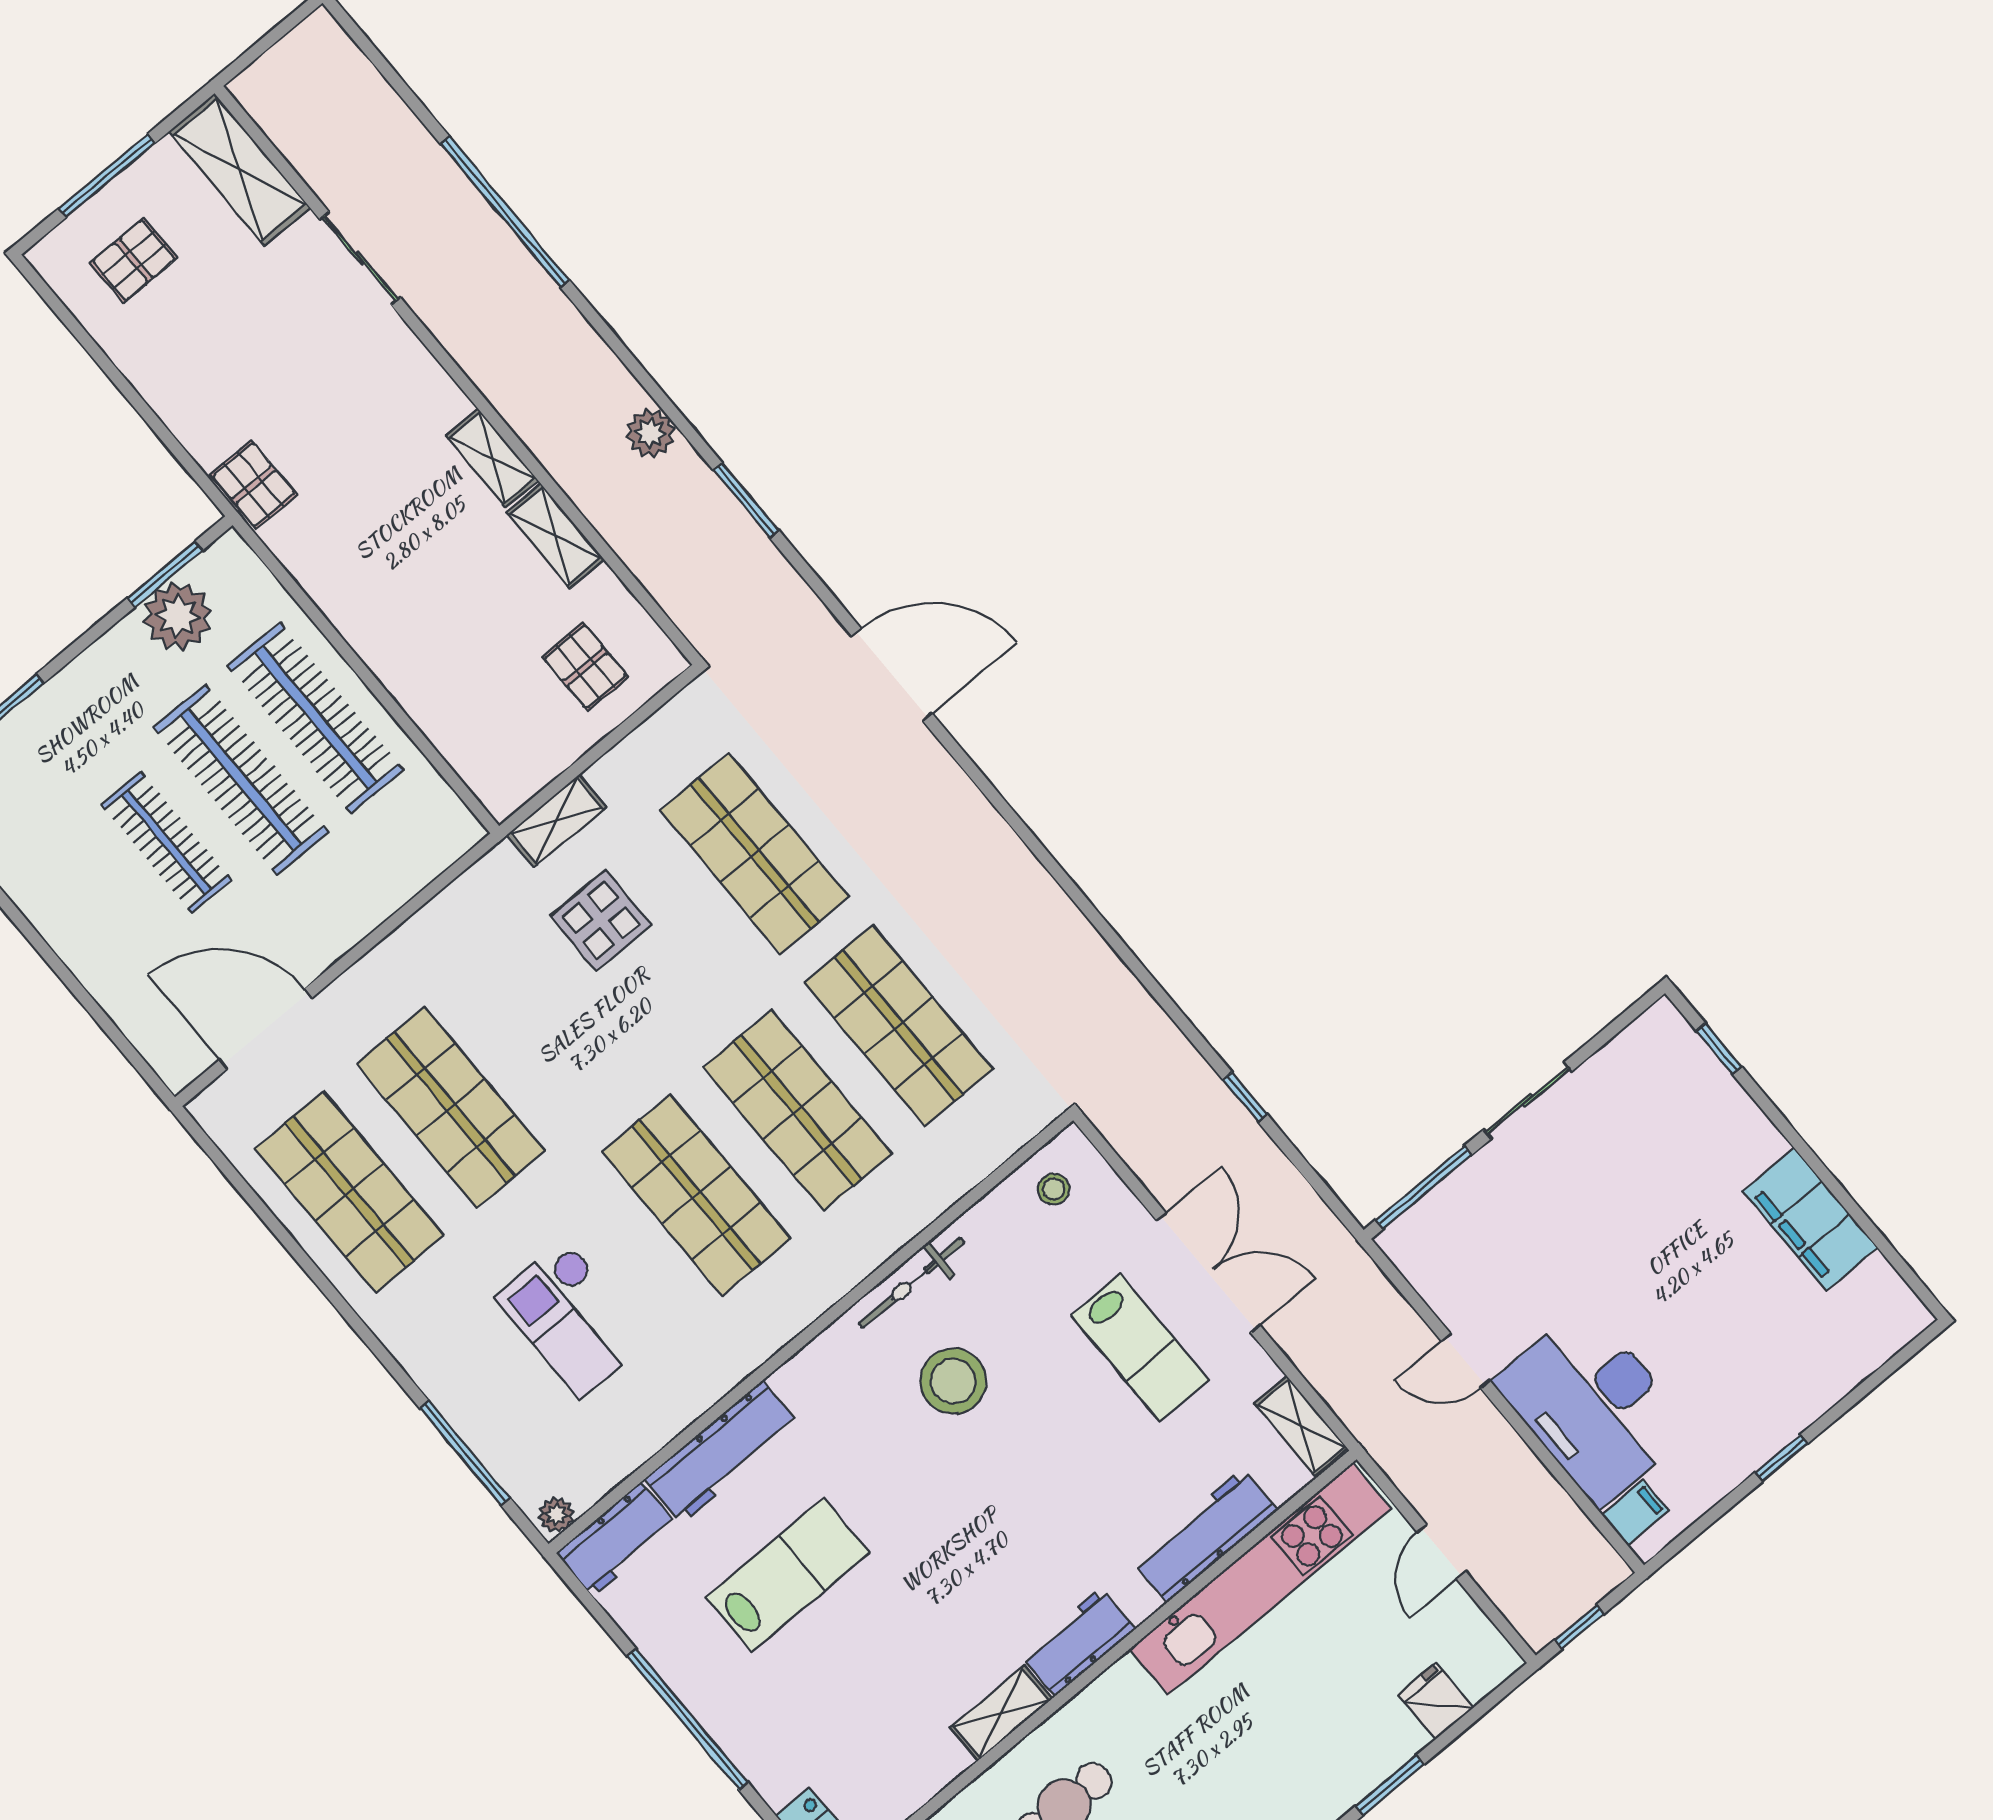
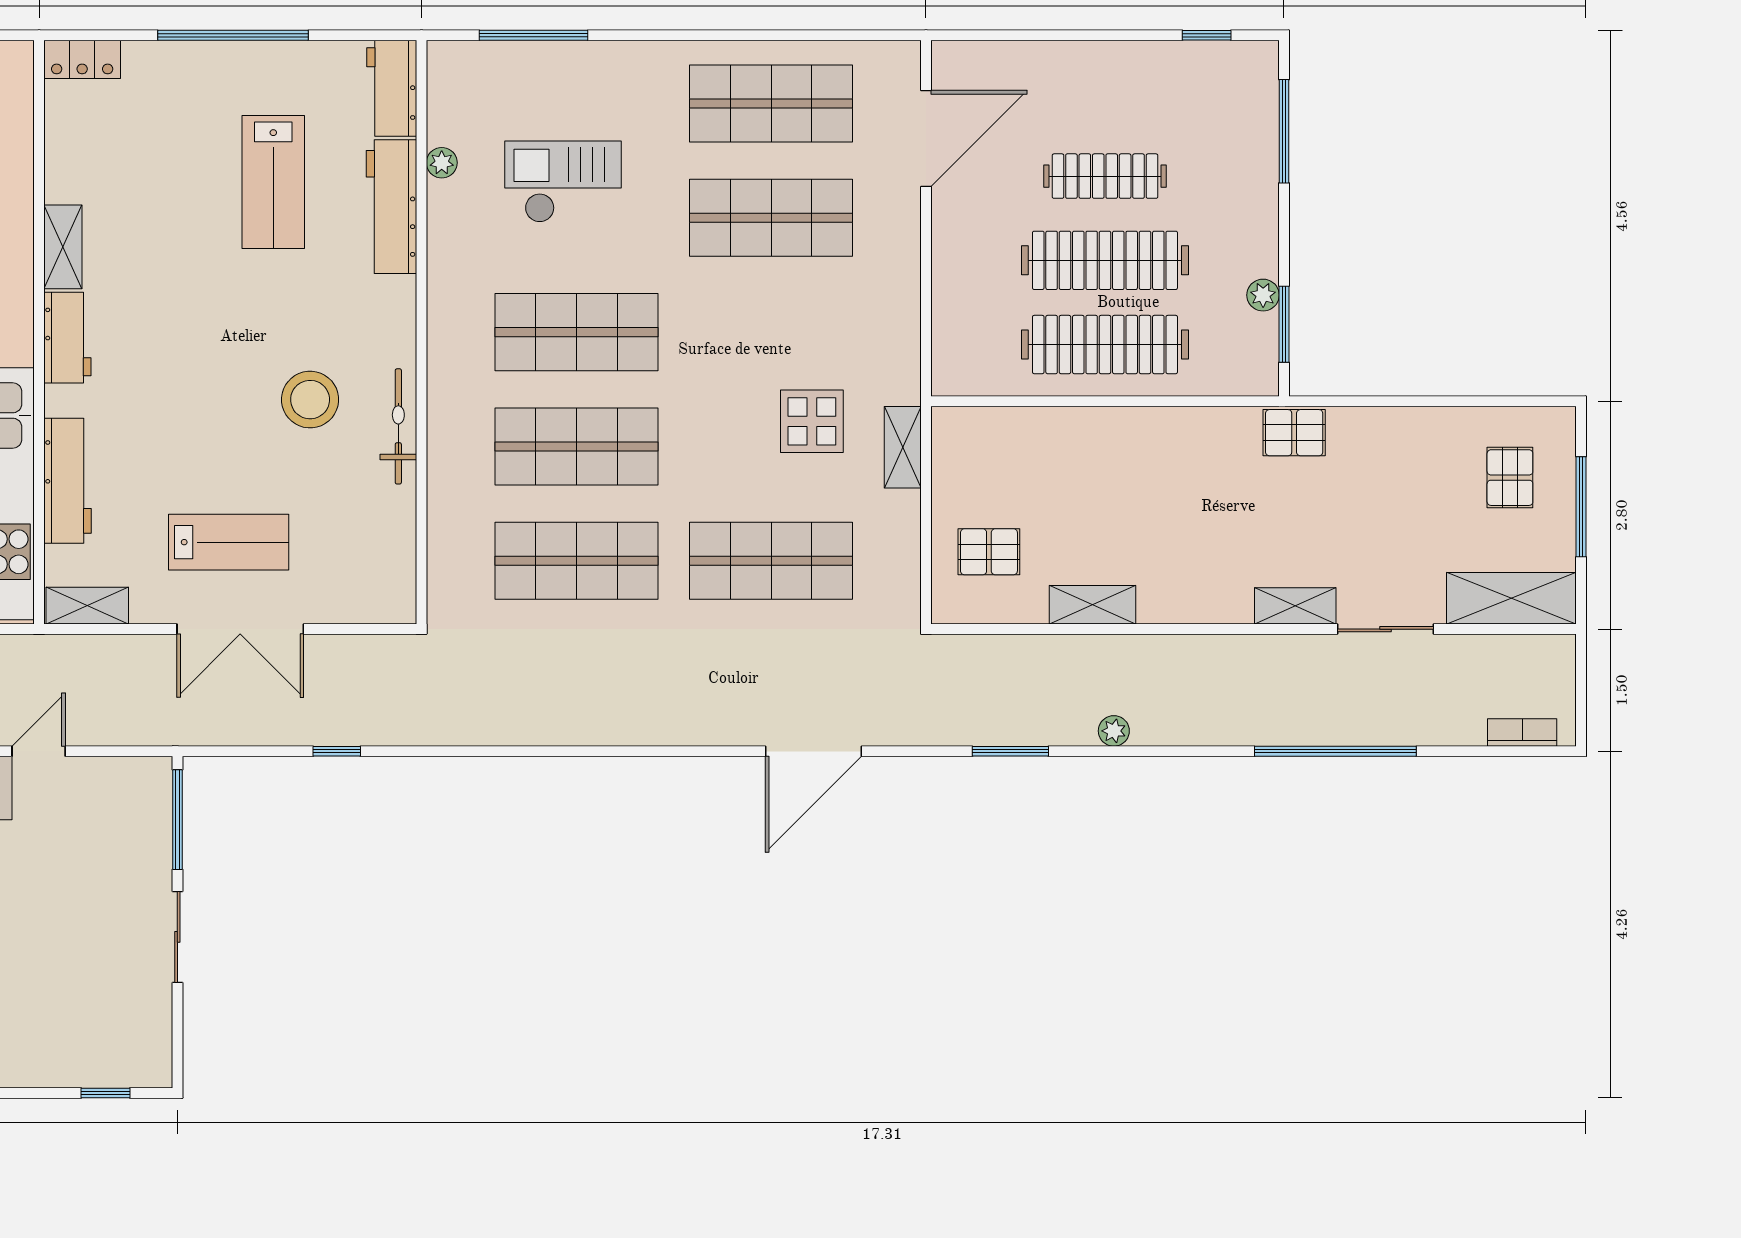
bookcase: (350, 61) -> (1522, 733), added
plant: (651, 433) -> (1114, 731), width x0.73, depth x0.73
shelving: (492, 458) -> (1295, 606), moved
plant: (178, 616) -> (1263, 295), width x0.53, depth x0.53
stool: (1054, 1189) -> (382, 573), removed
lab bench: (1140, 1348) -> (229, 542), turned 180
plant: (556, 1515) -> (442, 163), moved

